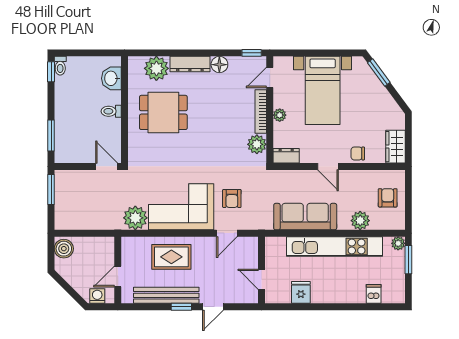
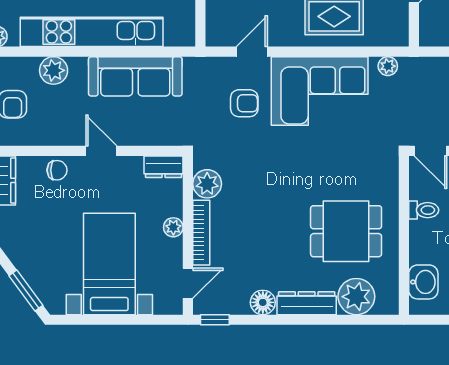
toilet: (111, 111) -> (424, 210), moved
armchair: (232, 199) -> (244, 103), turned 90
plant: (135, 218) -> (388, 66), width x0.53, depth x0.53

